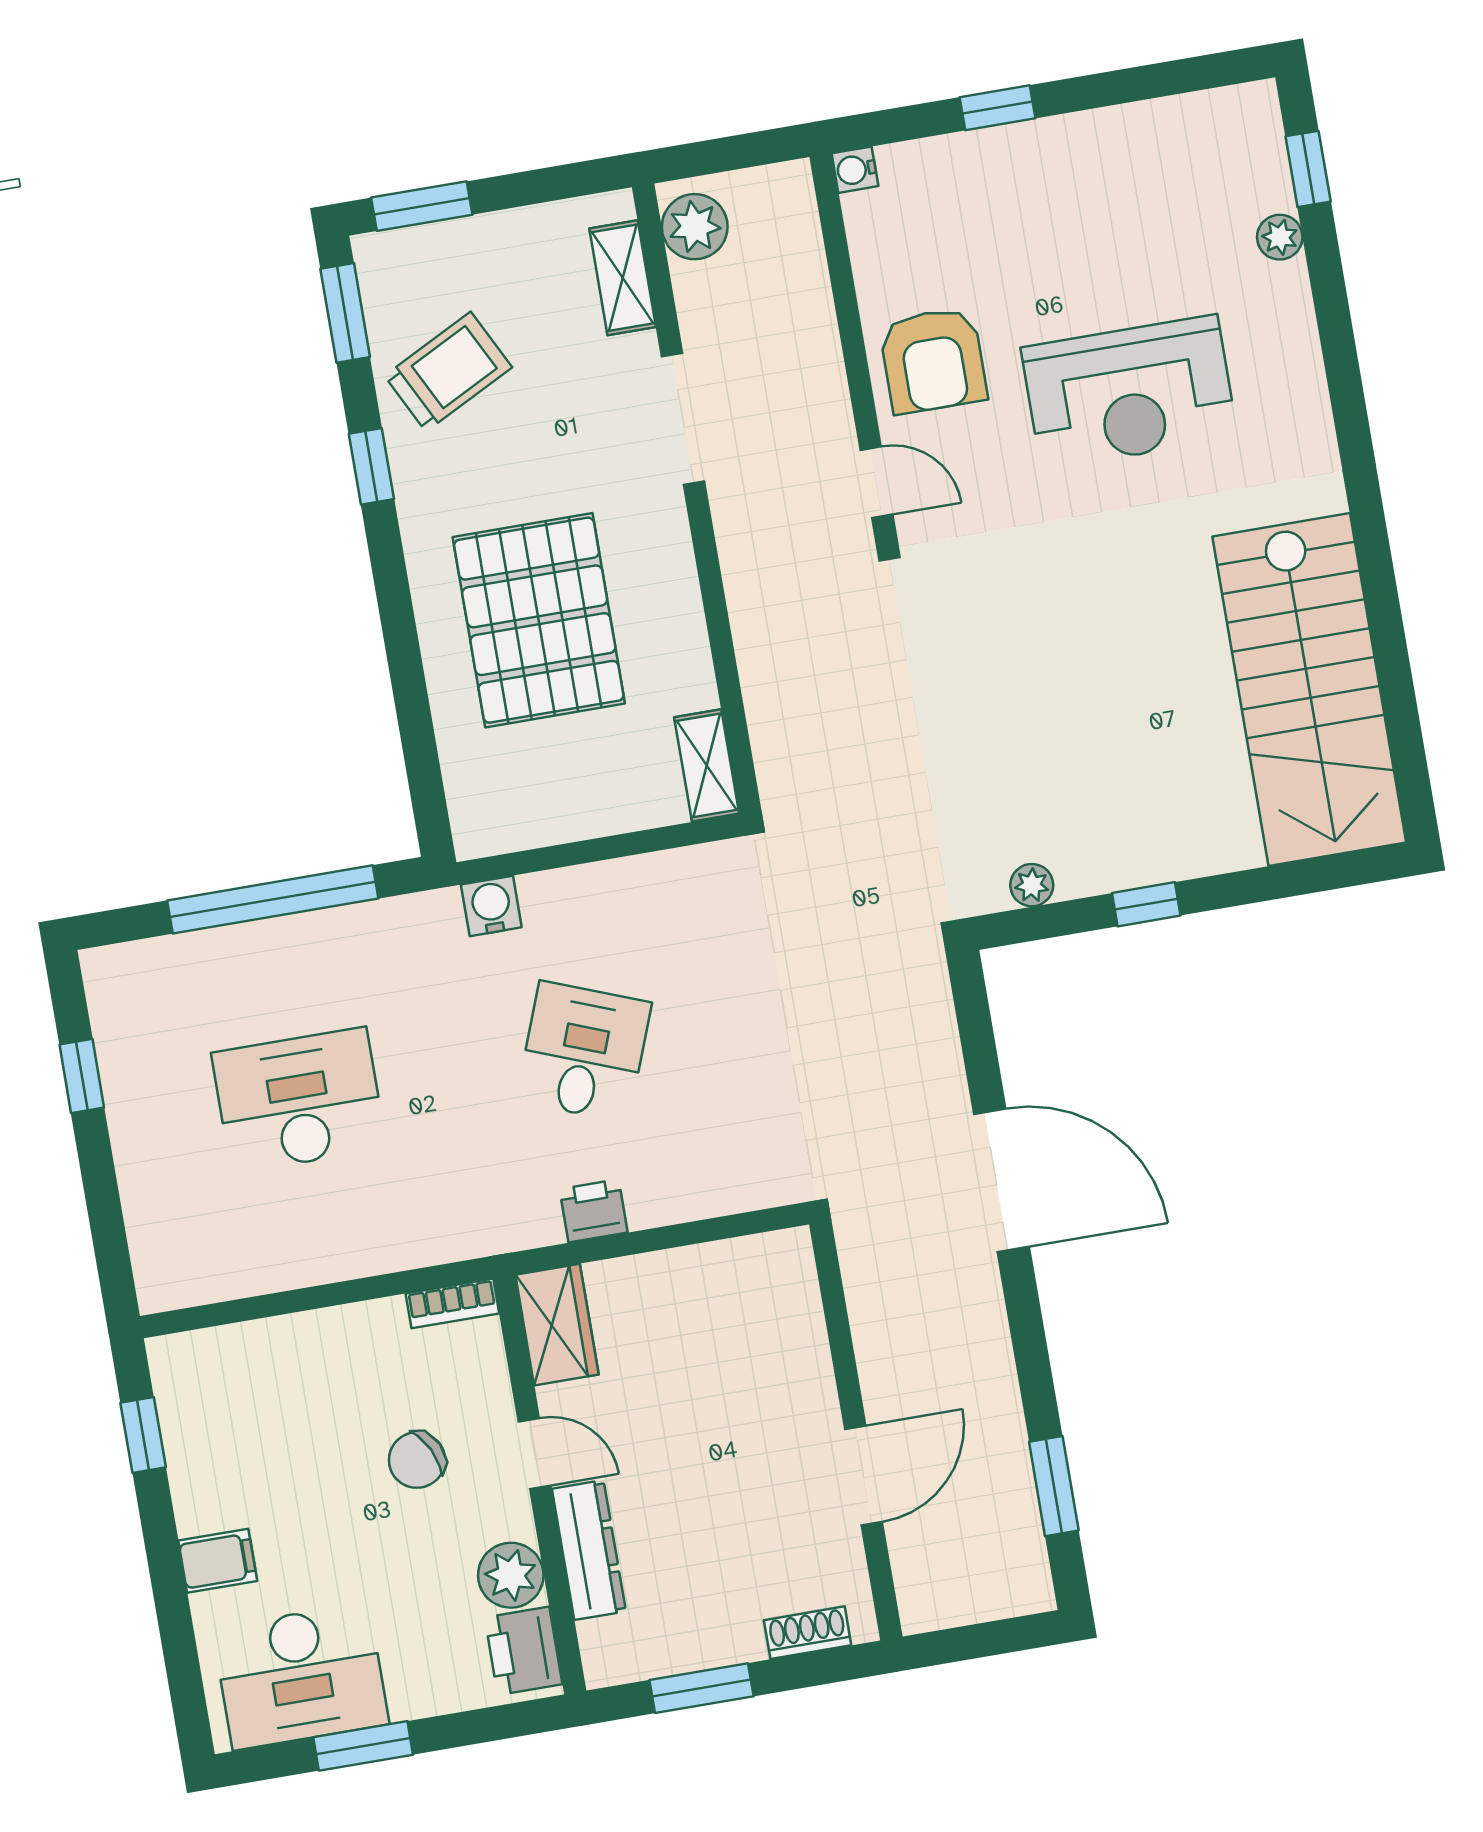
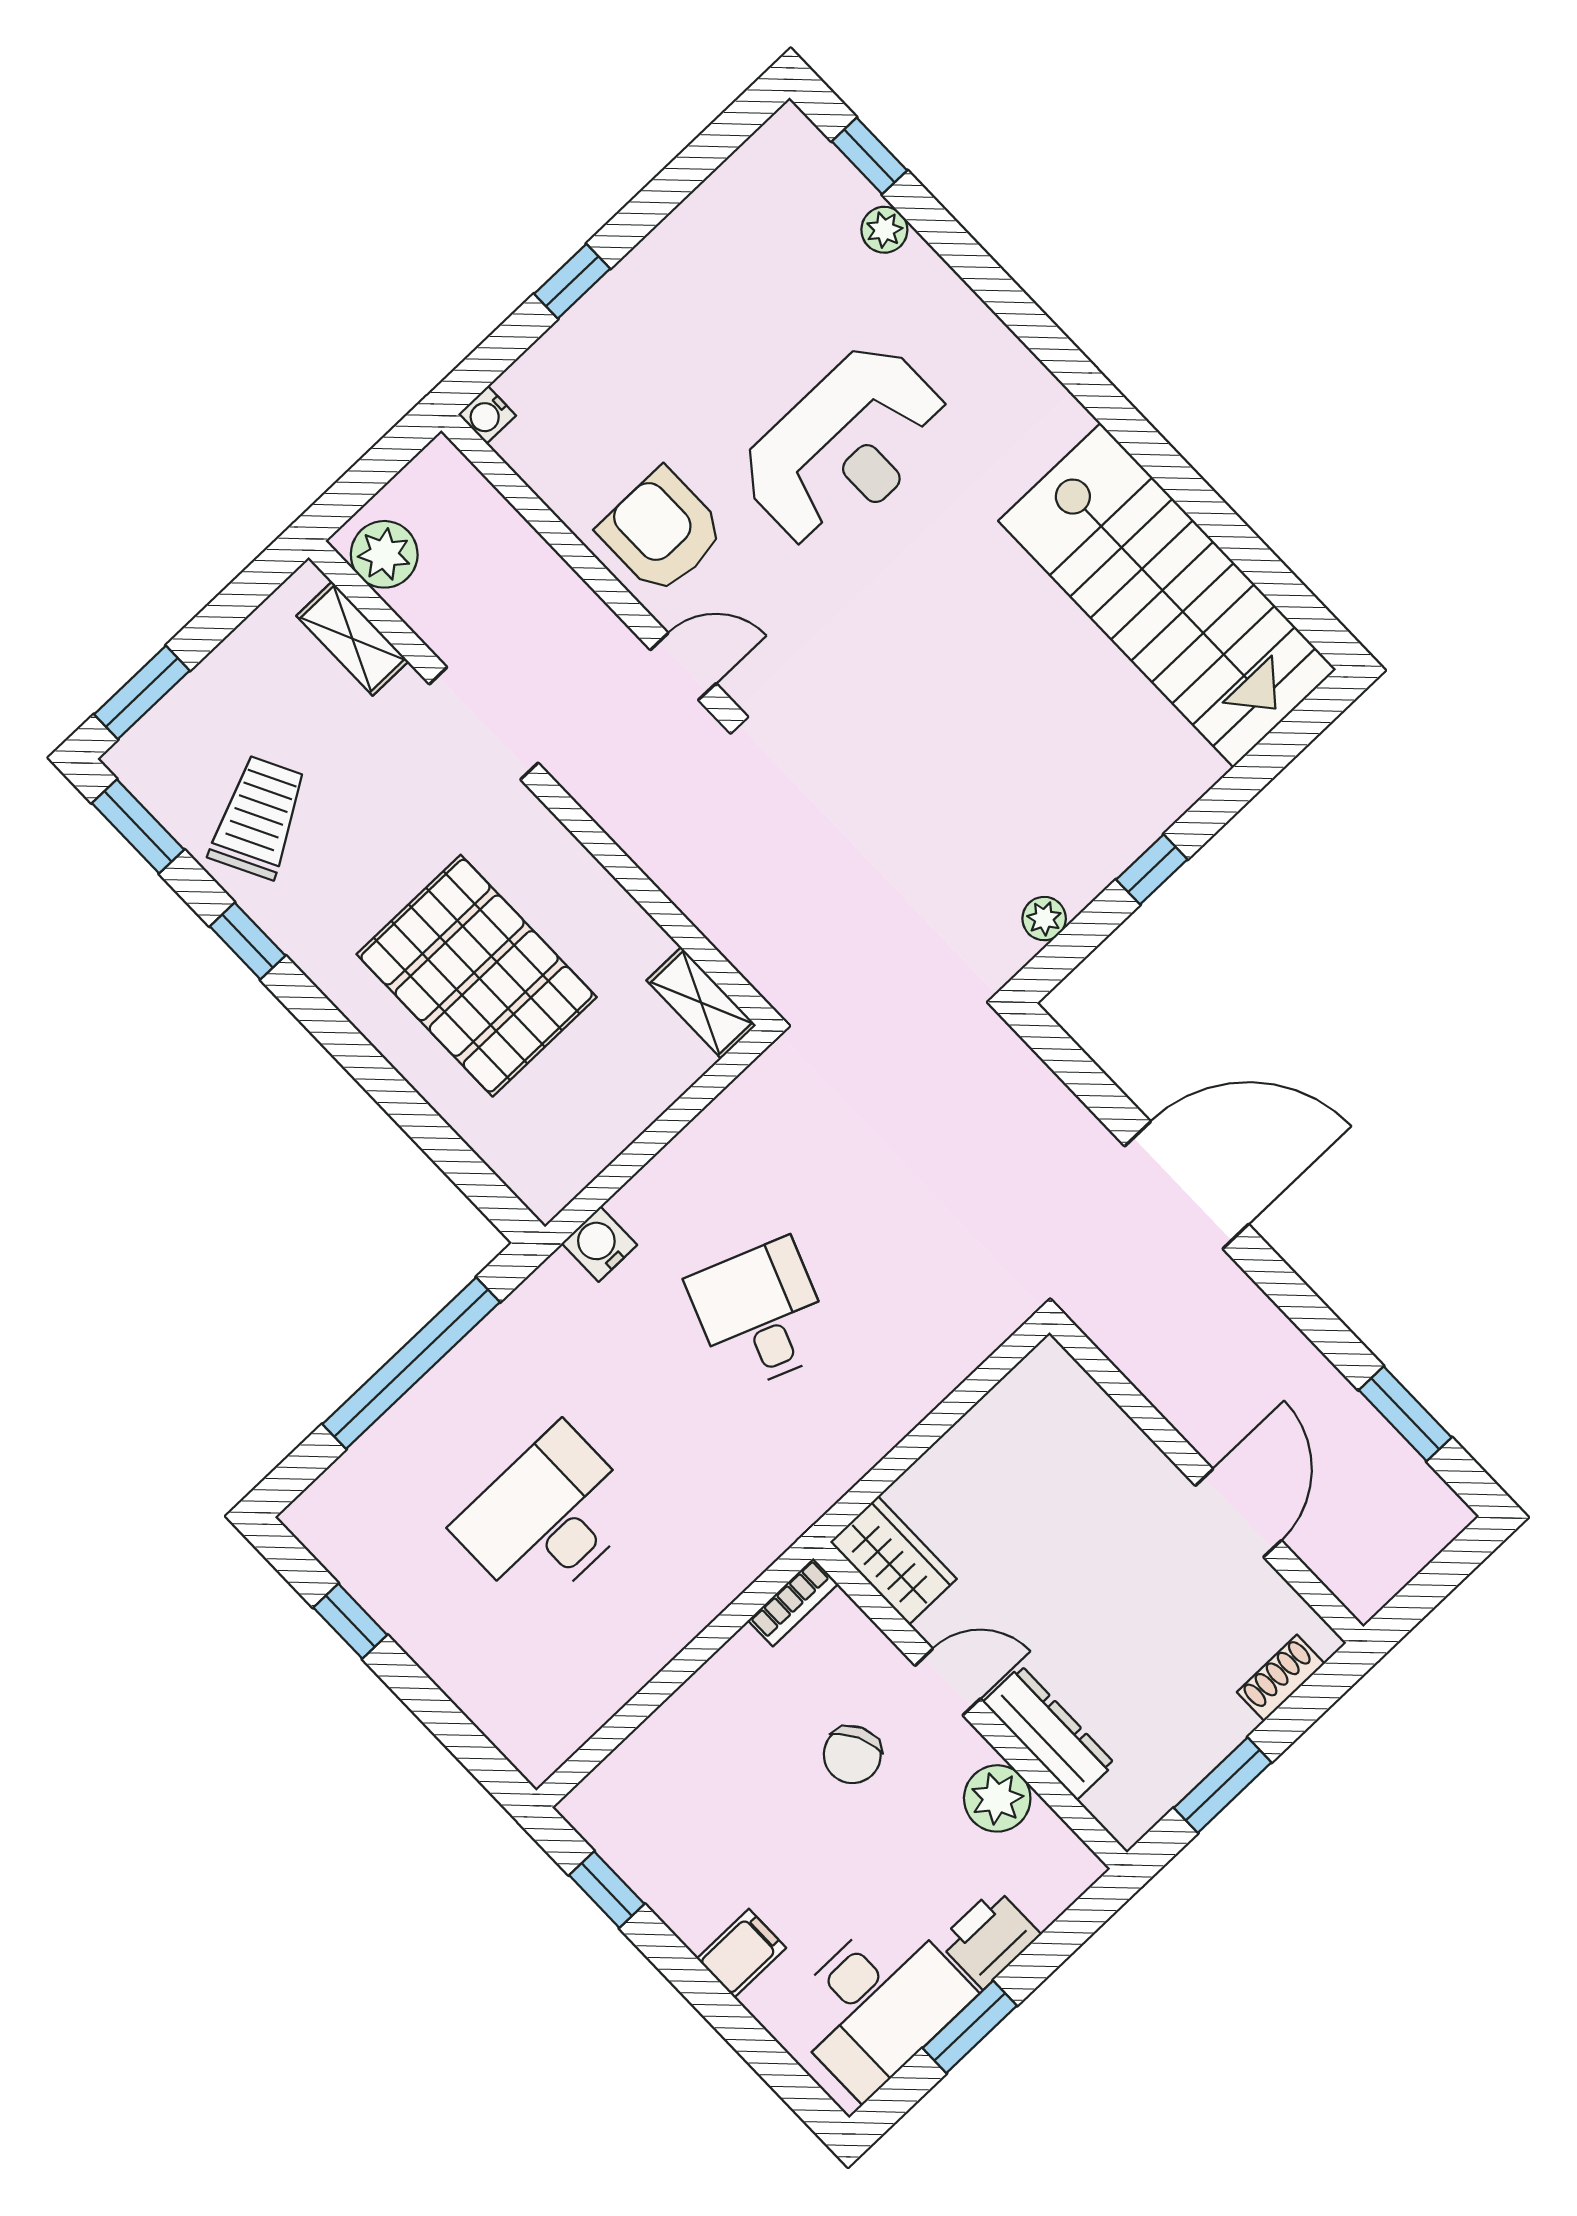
armchair: (933, 360) -> (662, 531), turned 180
printer: (594, 1211) -> (860, 1443), removed
printer: (524, 1651) -> (989, 1938), moved, turned 90

